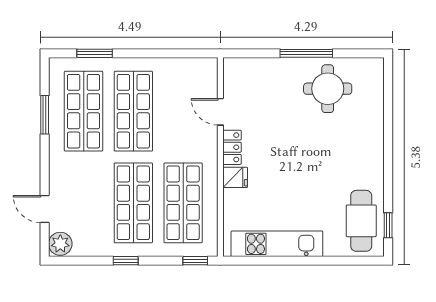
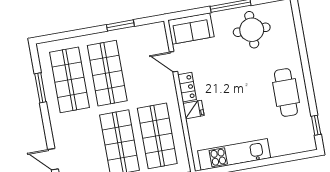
window: (95, 53) -> (120, 25), moved
sofa: (250, 73) -> (191, 28), added
cafe table: (361, 221) -> (286, 93), moved

